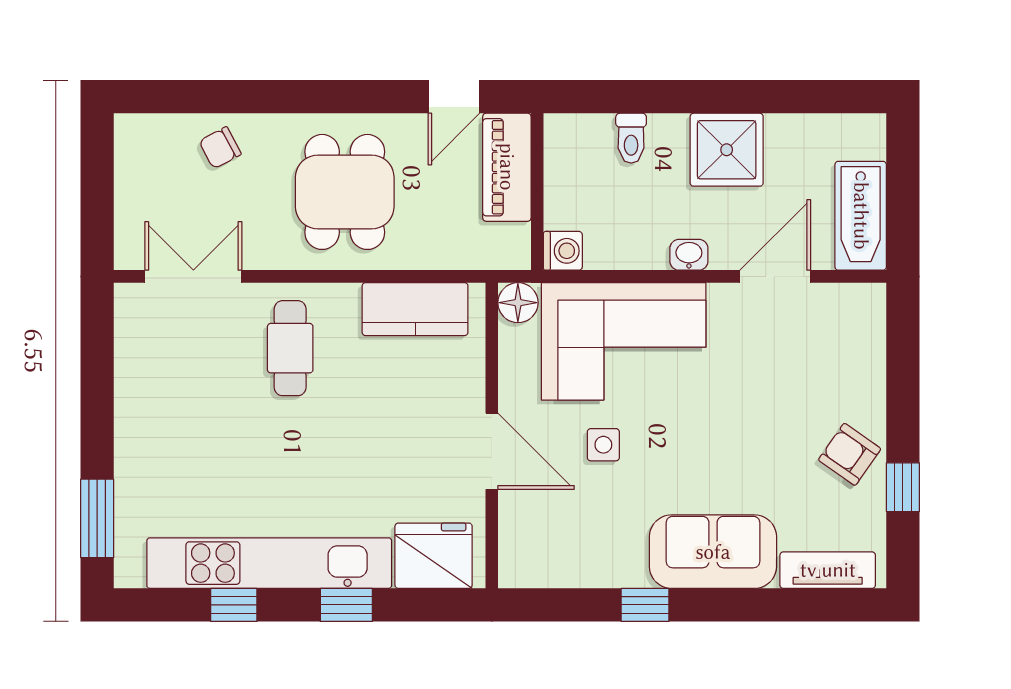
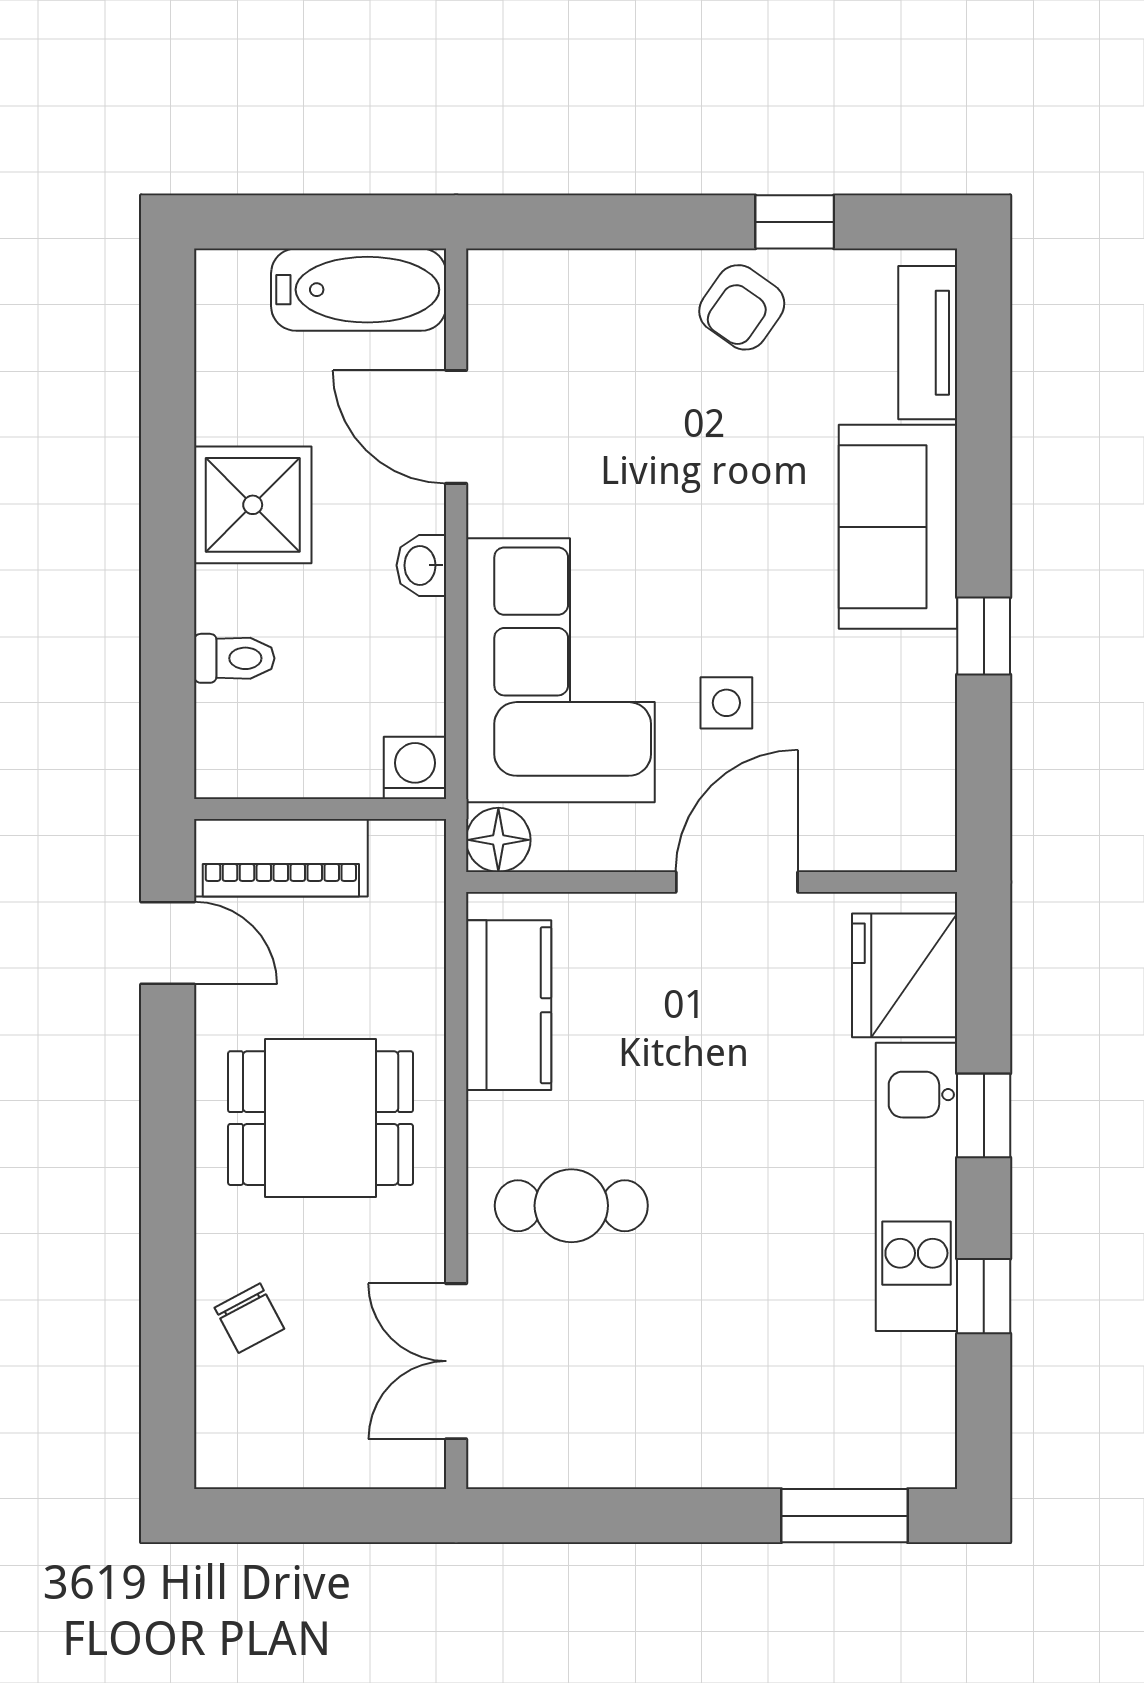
kitchen unit: (269, 563) -> (916, 1187), width x0.73

